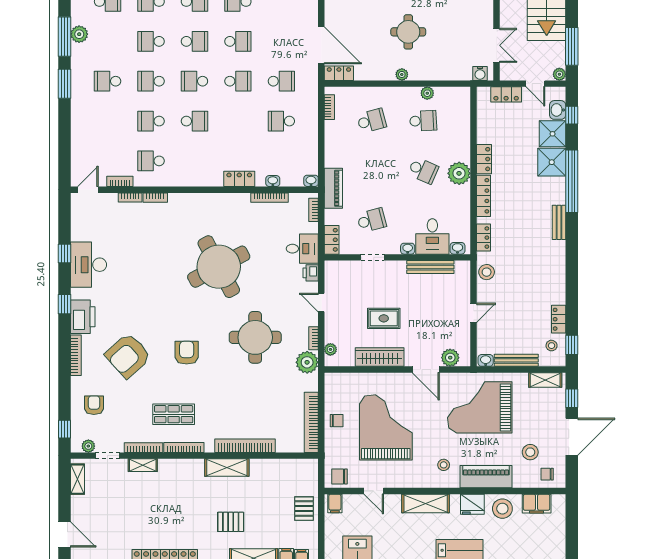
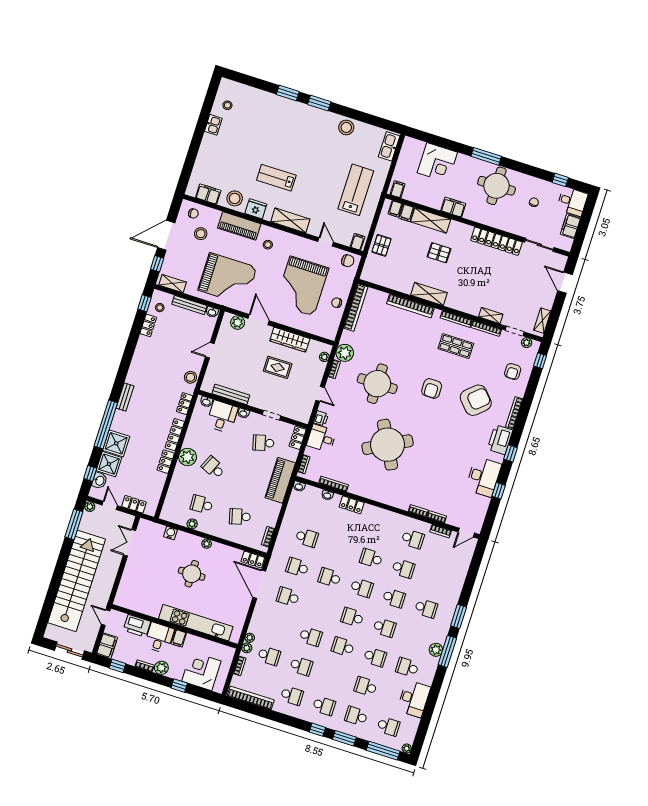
school desk: (238, 41) -> (288, 597), moved
water cooler: (480, 73) -> (170, 533), moved
piano: (333, 188) -> (280, 480), width x1.37, depth x1.33

